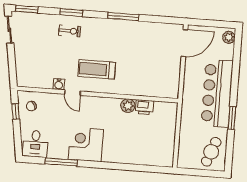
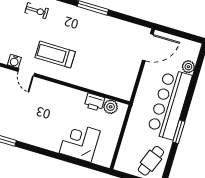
plant: (229, 37) -> (188, 67), moved
plant: (128, 106) -> (111, 107), moved
corner desk: (86, 144) -> (80, 142), moved

